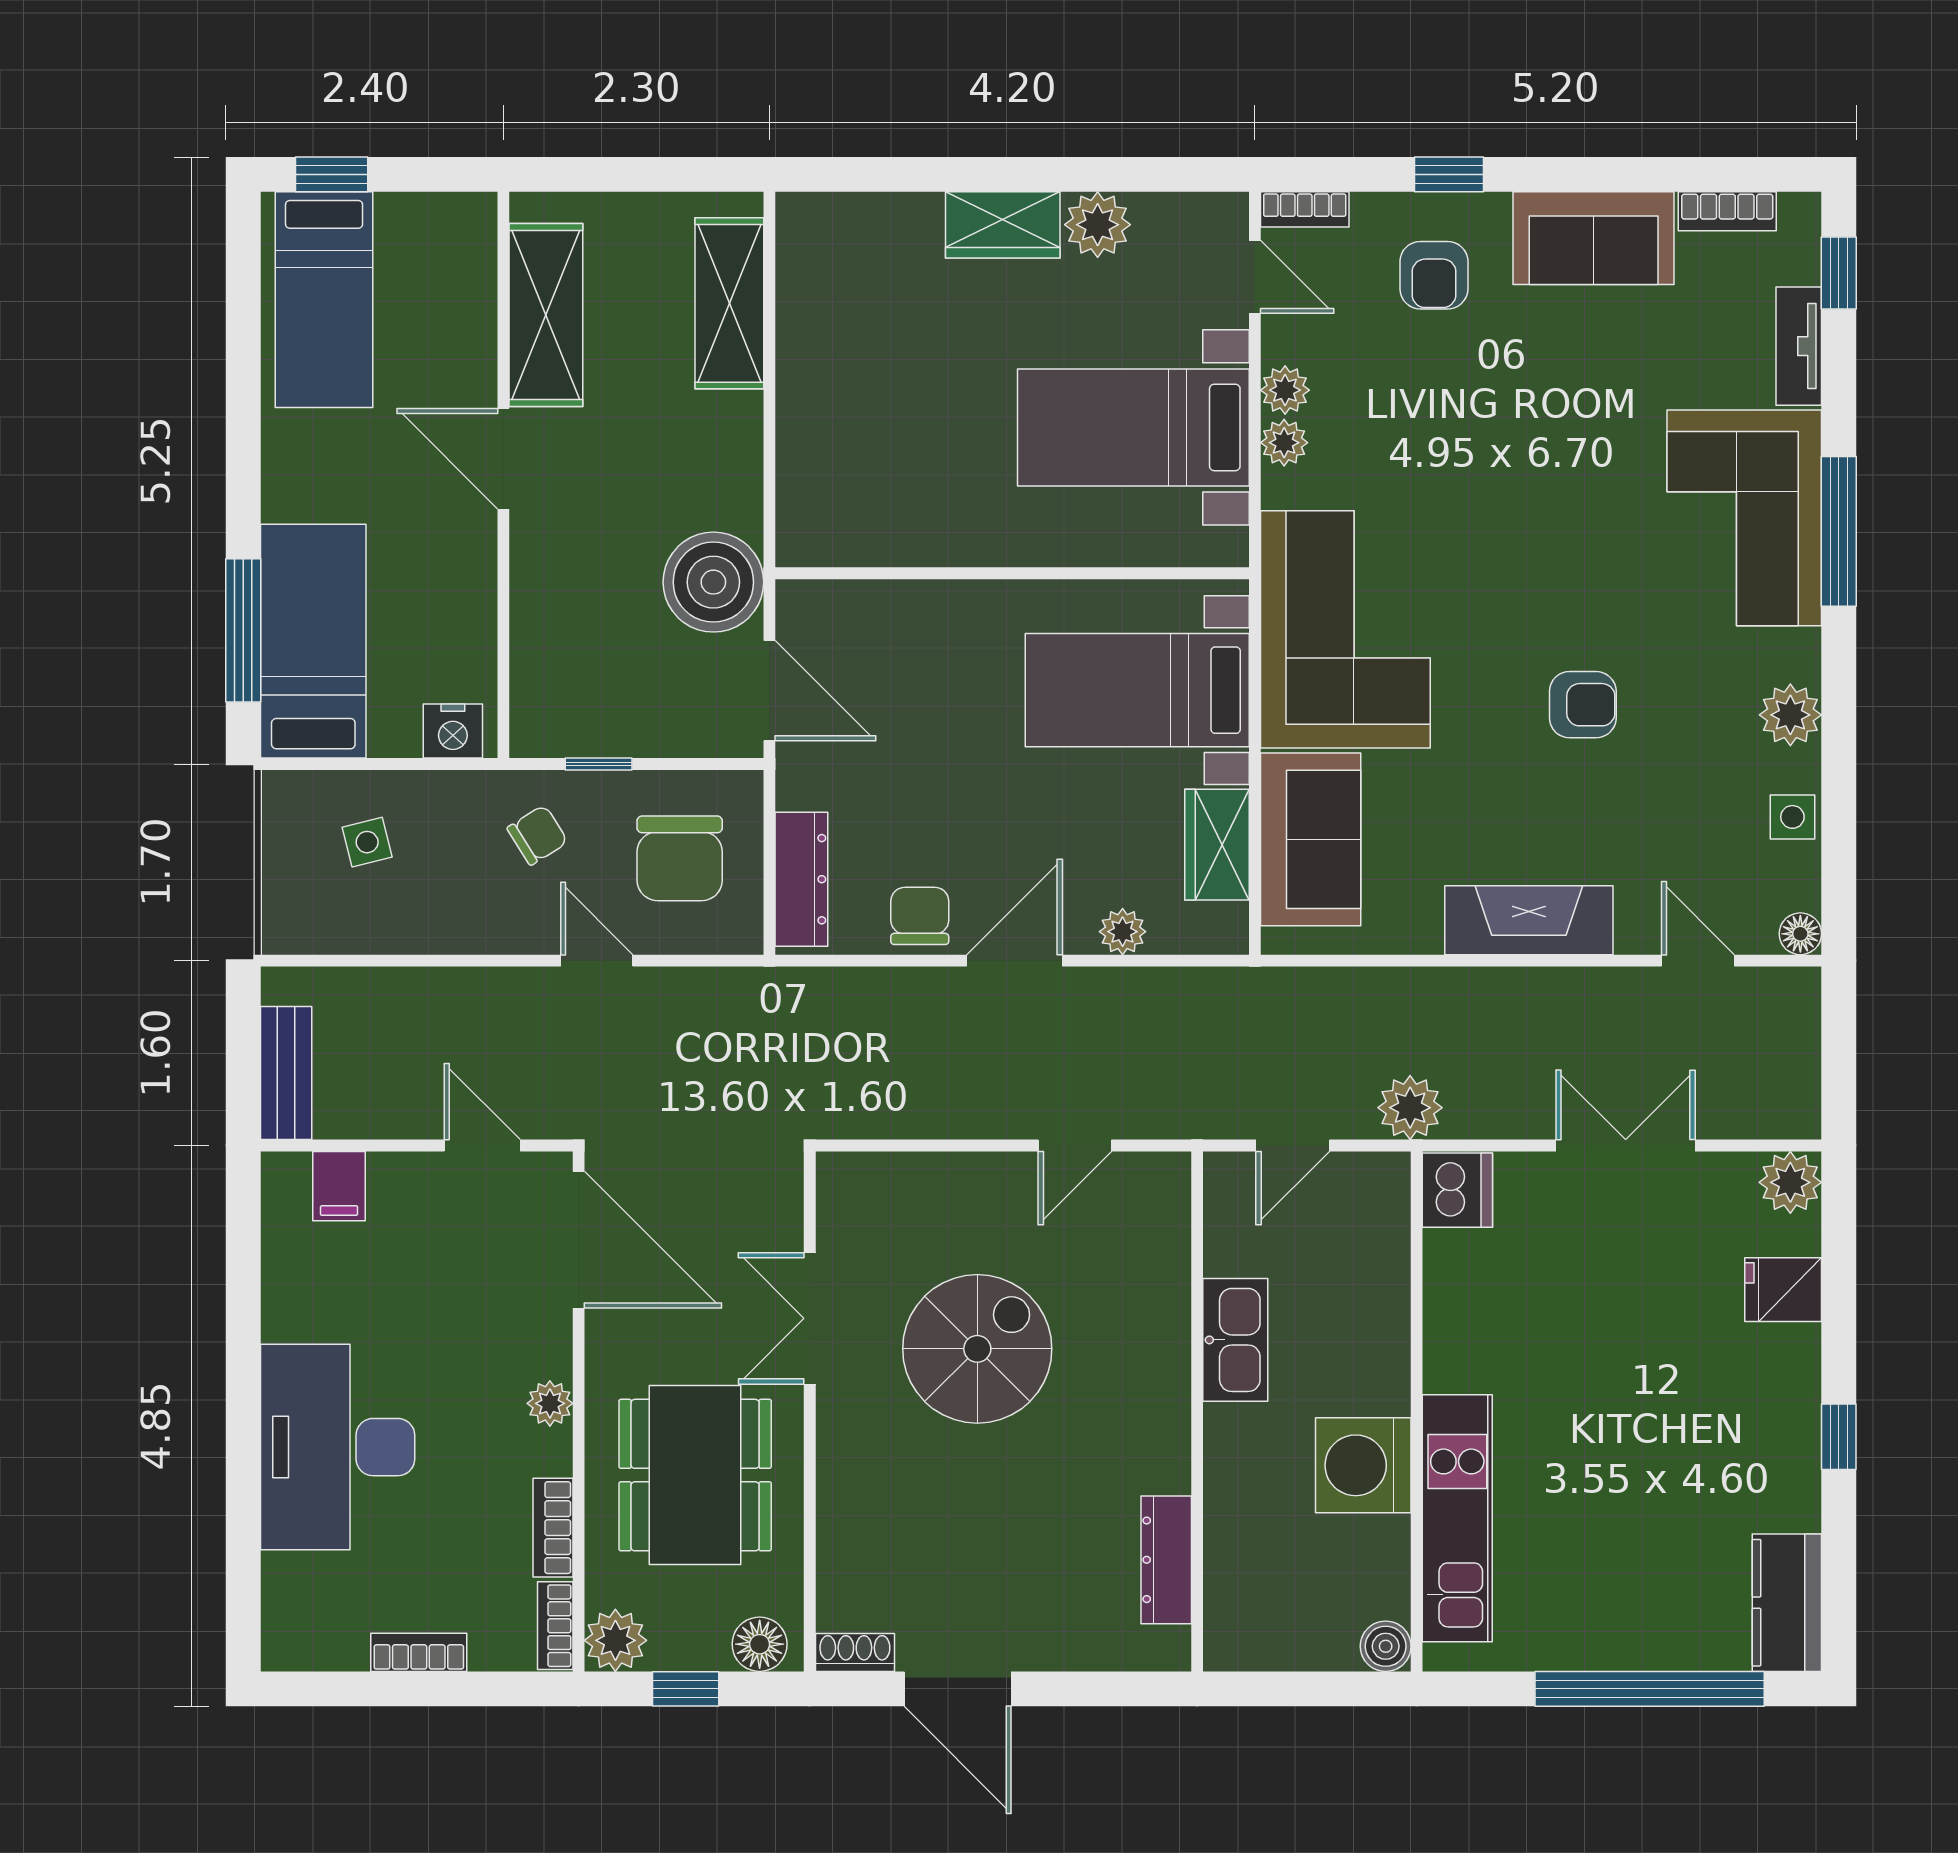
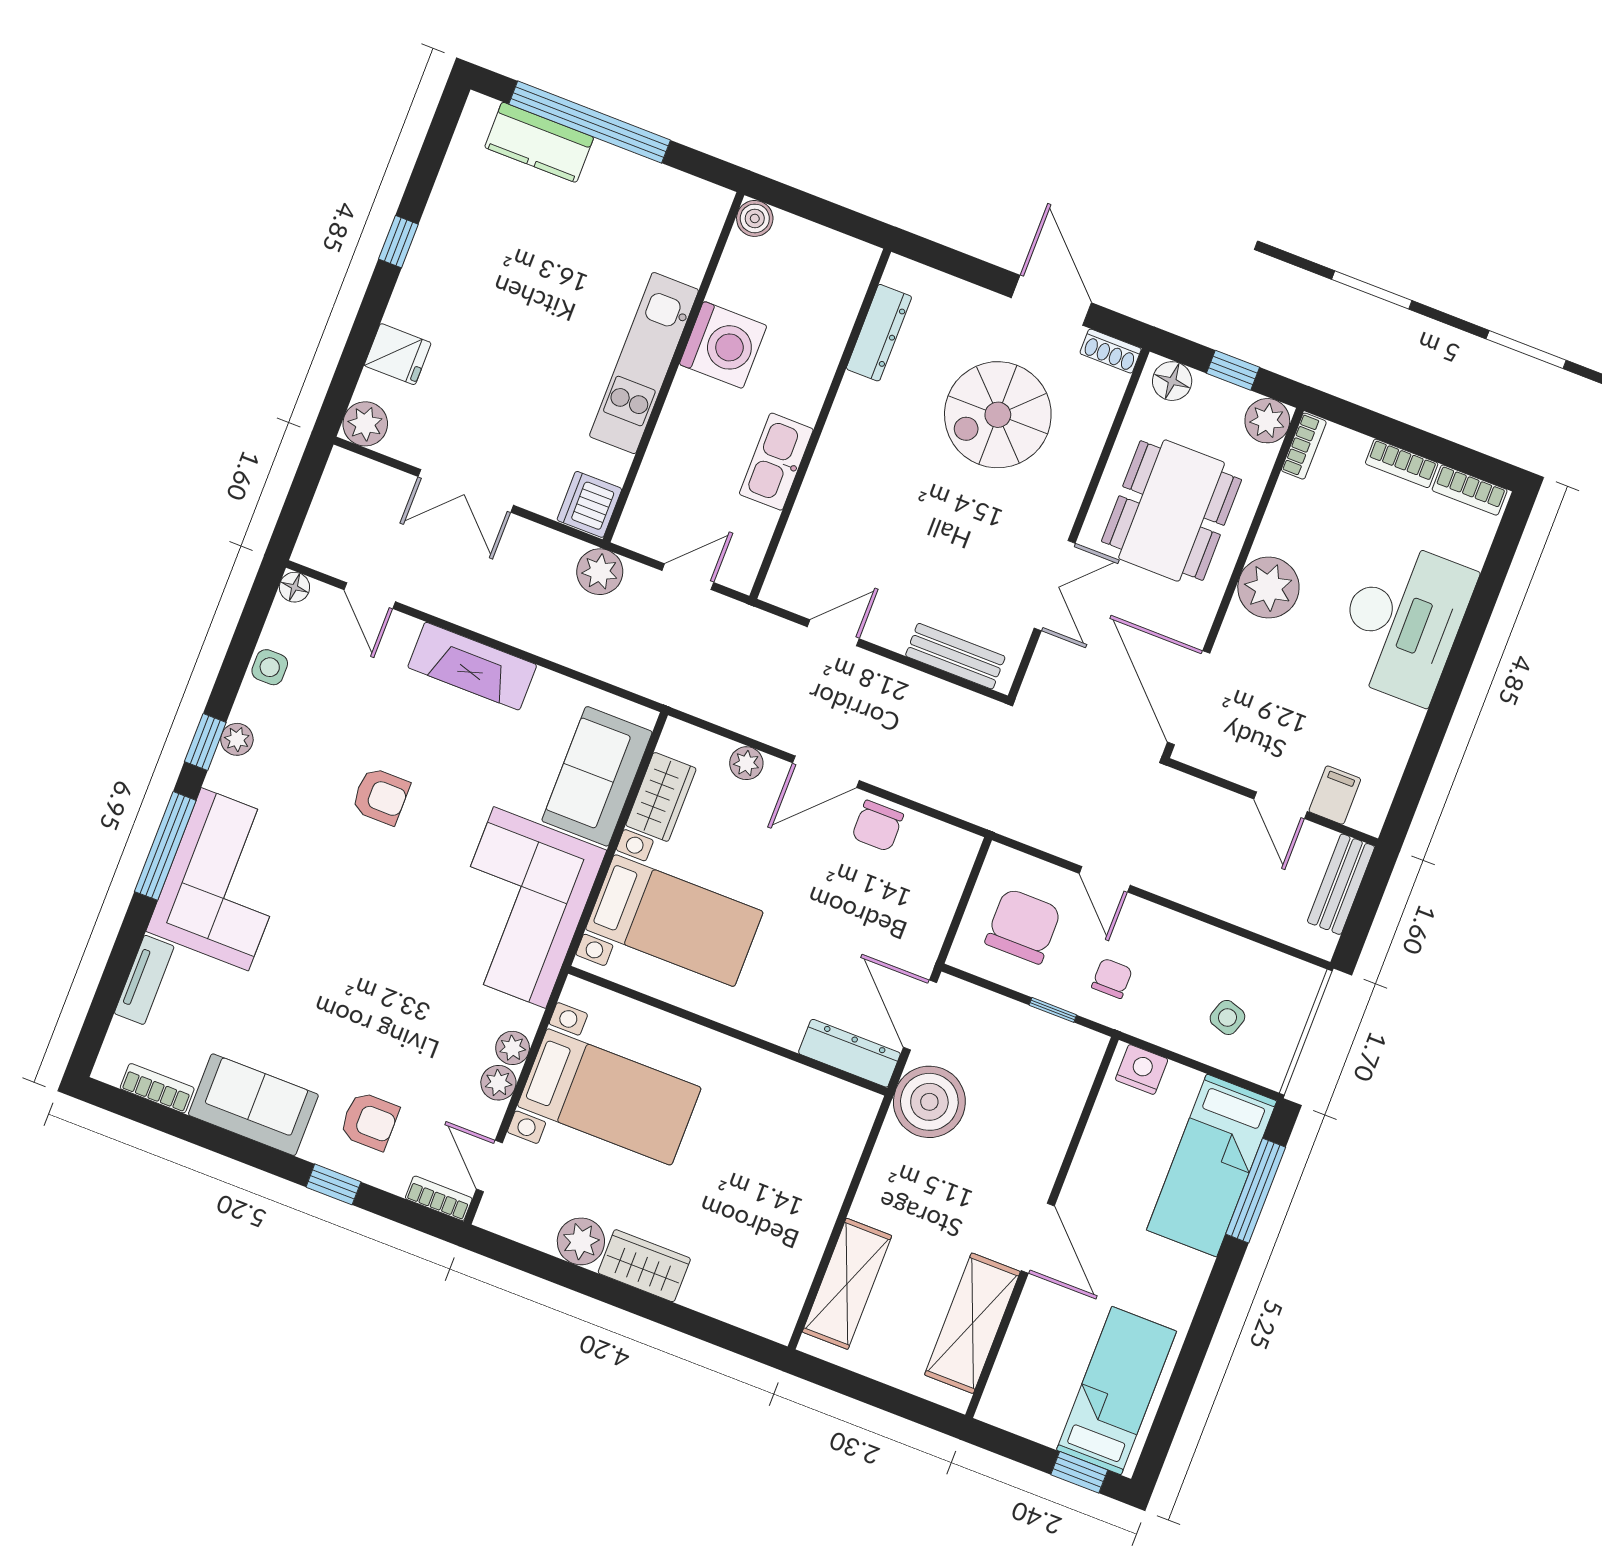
window: (1839, 273) -> (205, 742), moved
armchair: (1434, 275) -> (369, 1121), turned 90
armchair: (1583, 705) -> (381, 796), turned 180
plant: (1790, 715) -> (237, 739), width x0.73, depth x0.73
chair: (537, 835) -> (1112, 978), turned 122
side table: (367, 842) -> (1227, 1017), turned 32
dresser: (801, 879) -> (849, 1053), moved, turned 90
door: (482, 1146) -> (1281, 805), moved
bench: (904, 1176) -> (955, 656), added
spiral stairs: (977, 1349) -> (998, 415), moved
plant: (550, 1403) -> (1268, 588), width x1.88, depth x1.88
kitchen unit: (1457, 1518) -> (644, 363), moved
bookcase: (553, 1528) -> (1470, 490), moved, turned 90
kitchen counter: (1787, 1603) -> (539, 142), moved, turned 90

